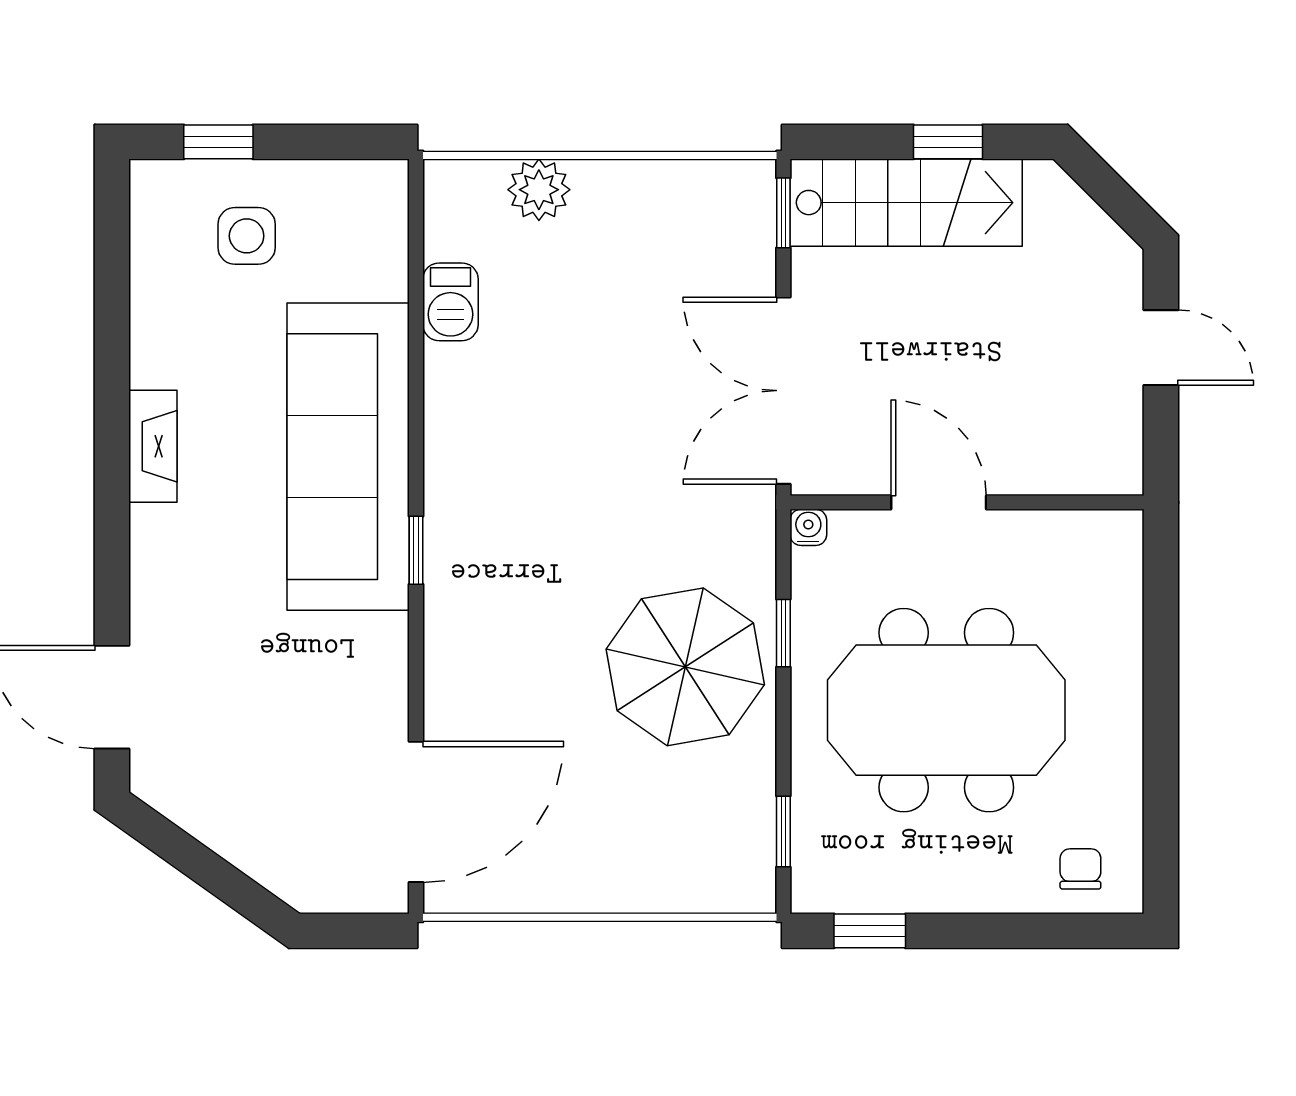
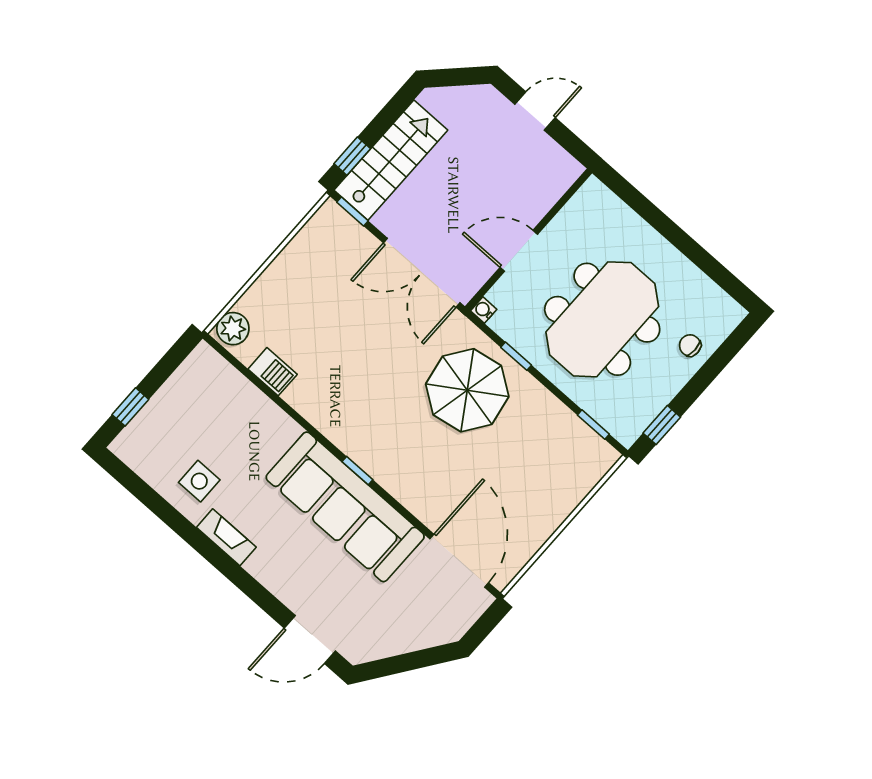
window: (948, 142) -> (352, 156), moved
plant: (539, 190) -> (233, 329), moved
side table: (247, 236) -> (199, 481), moved
sofa: (348, 457) -> (345, 507), moved
parasol: (685, 667) -> (467, 390), moved
chair: (1080, 869) -> (690, 345), moved

